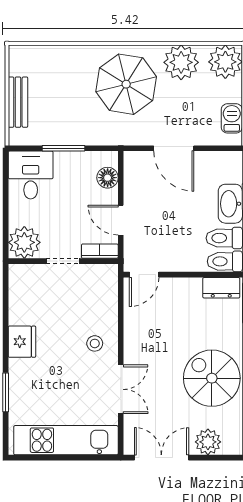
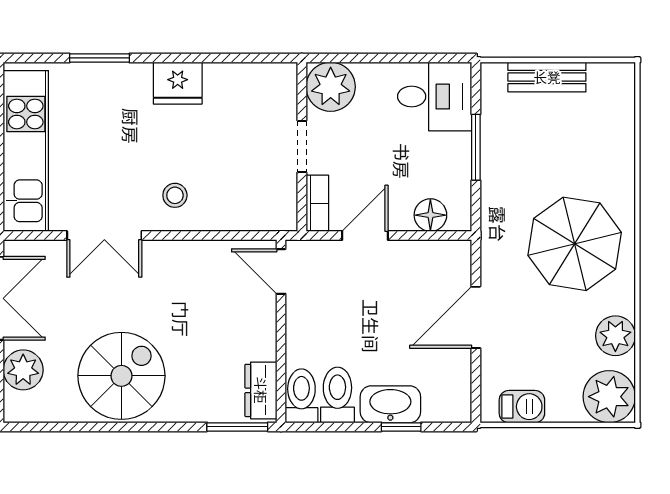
plant: (181, 62) -> (615, 336), width x0.73, depth x0.73

